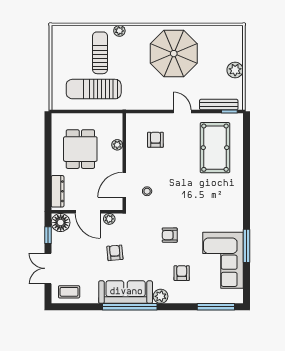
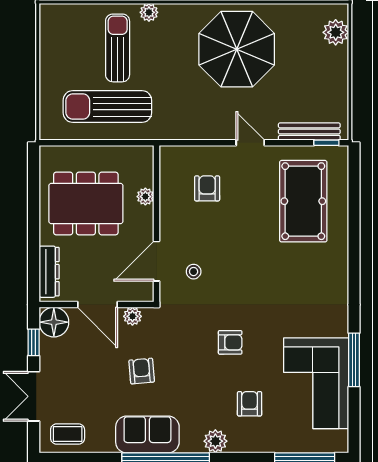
plant: (235, 70) -> (336, 32), moved
dining table: (80, 149) -> (86, 203), width x1.38
armchair: (170, 235) -> (230, 342), turned 180
sofa: (126, 292) -> (147, 434), width x0.73

